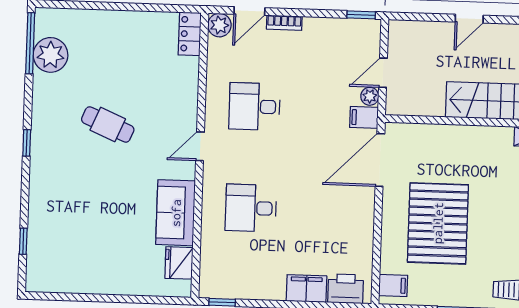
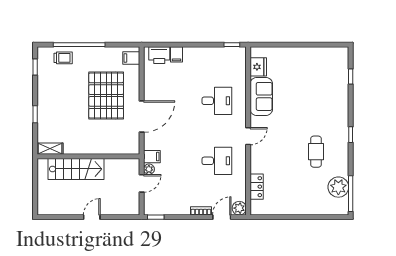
locker: (190, 34) -> (257, 187), moved
cafe table: (108, 125) -> (316, 152), moved, turned 67
door: (380, 160) -> (142, 117), moved
filing cabinet: (306, 289) -> (177, 54), width x0.50

